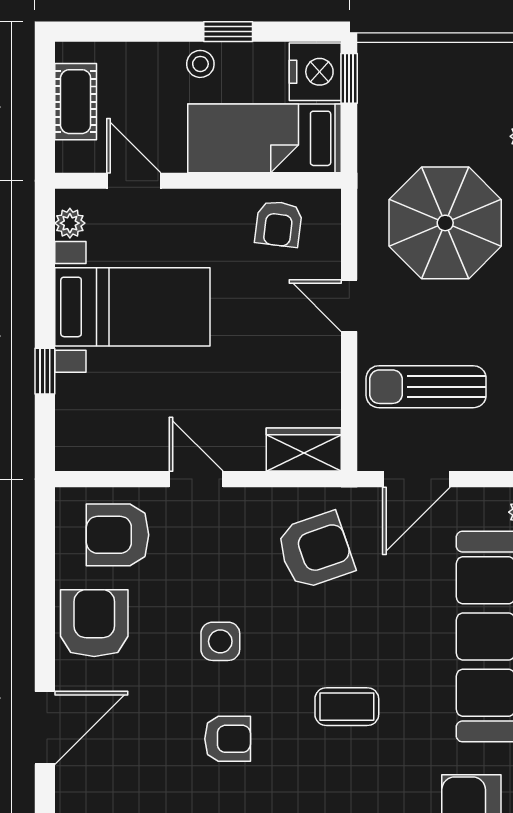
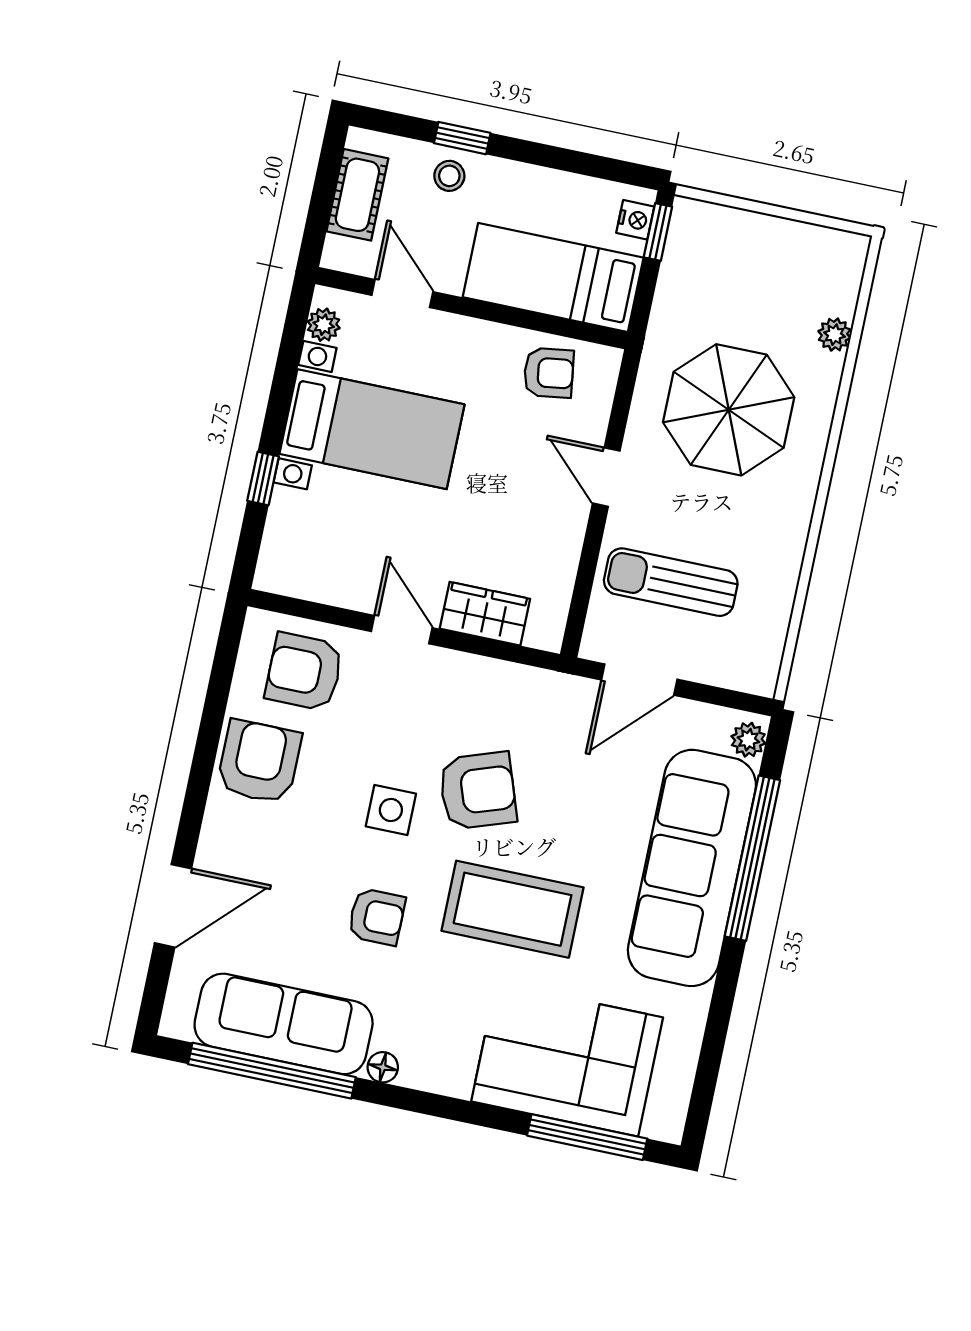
window: (228, 32) -> (462, 138), moved
stool: (200, 64) -> (449, 176), moved
nightstand: (315, 72) -> (635, 220), width x0.53, depth x0.56
armchair: (279, 224) -> (549, 373), turned -105
wardrobe: (304, 450) -> (485, 614), moved
armchair: (315, 551) -> (478, 791), moved
coffee table: (347, 707) -> (513, 909), width x1.86, depth x1.72
door: (45, 728) -> (173, 906), moved

